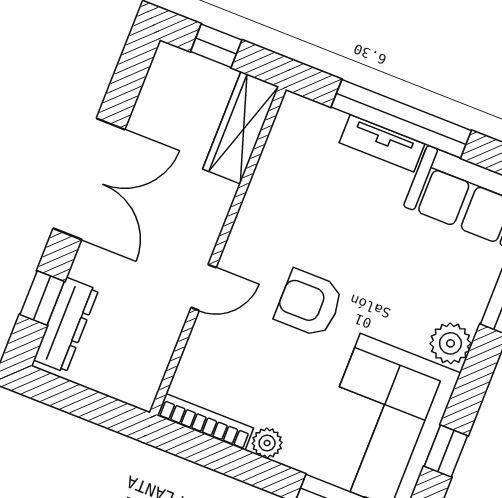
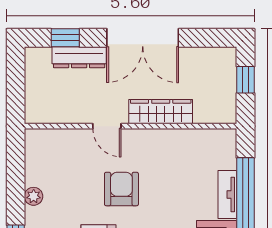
wardrobe: (241, 128) -> (161, 112), moved
dresser: (66, 325) -> (79, 57), moved
bookcase: (205, 422) -> (32, 157), removed

